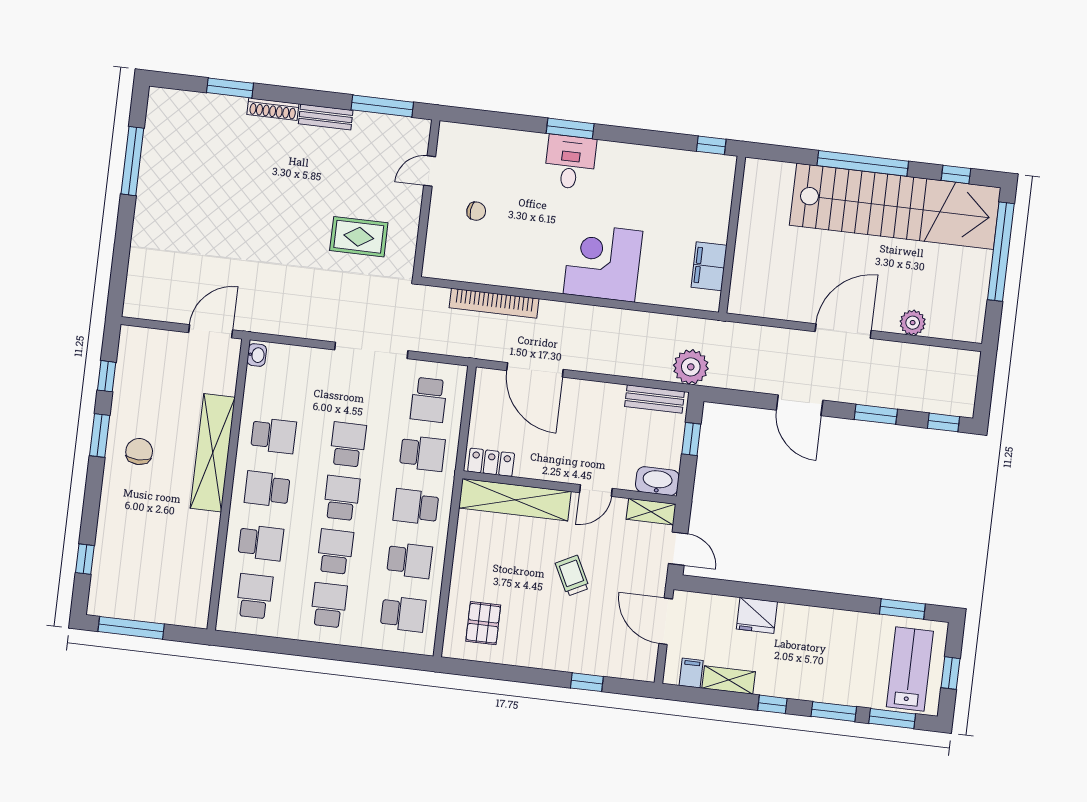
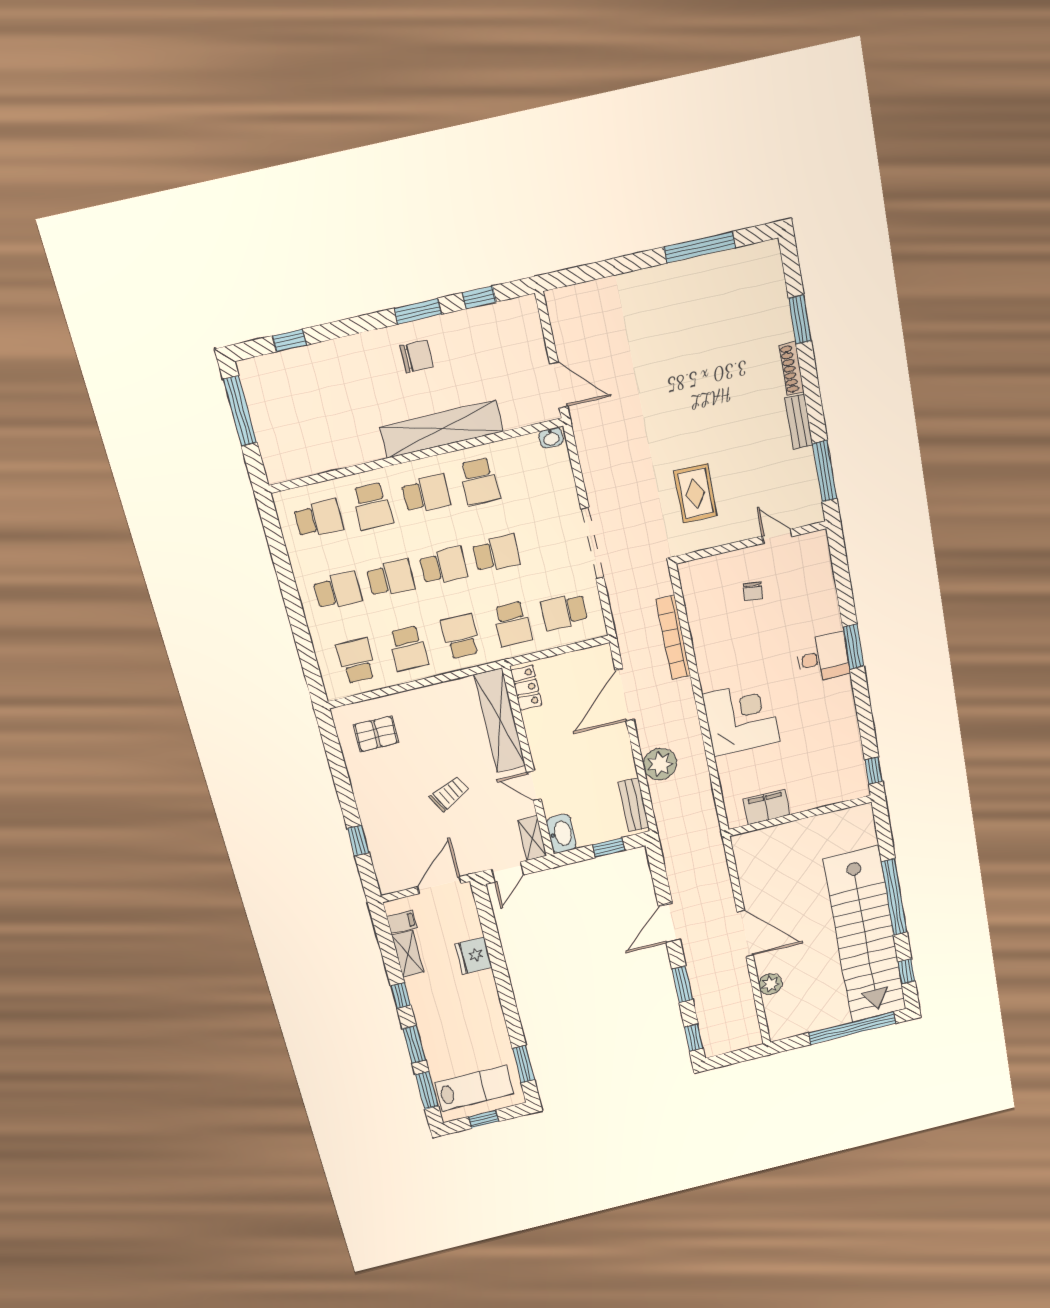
plant: (691, 367) -> (660, 764), moved
school desk: (267, 489) -> (426, 494), turned 90
school desk: (403, 614) -> (356, 661), turned 180

